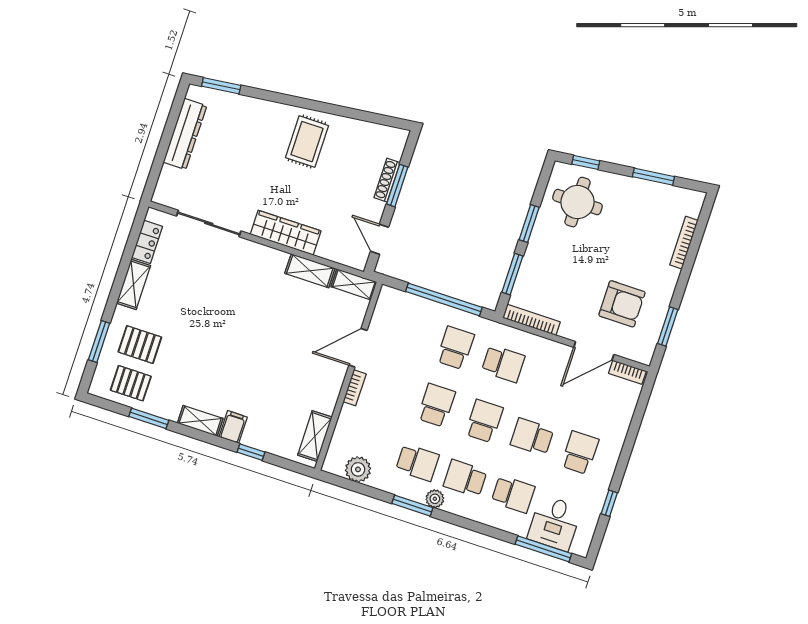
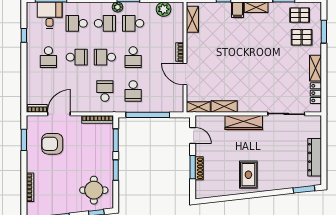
door: (358, 348) -> (185, 74), swing flipped
school desk: (503, 364) -> (105, 91), turned 90
school desk: (484, 421) -> (105, 57), turned 90

